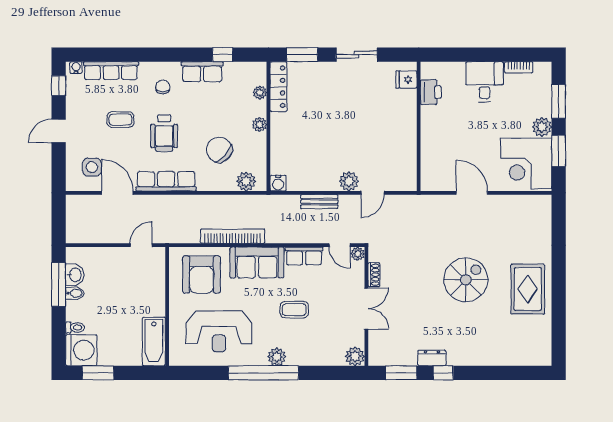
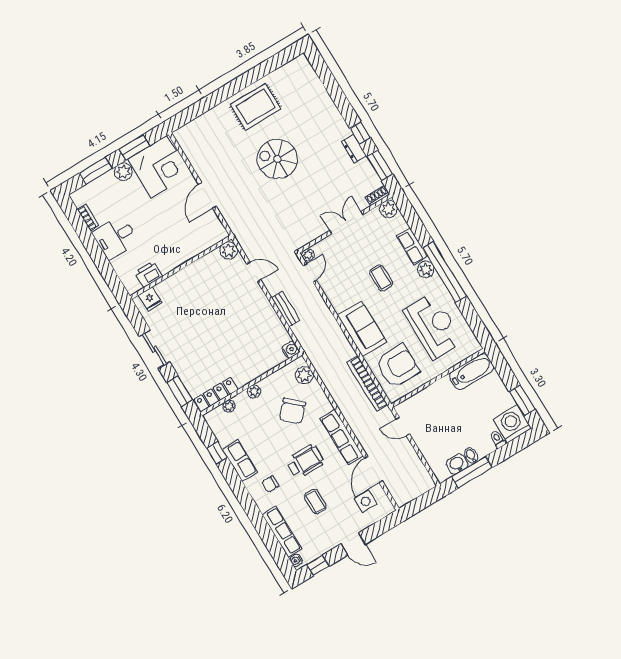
plant: (349, 181) -> (229, 250), moved
bookcase: (233, 236) -> (367, 384), moved
row of seats: (304, 256) -> (412, 247), moved, turned 180
shoe rack: (374, 275) -> (377, 196), moved

